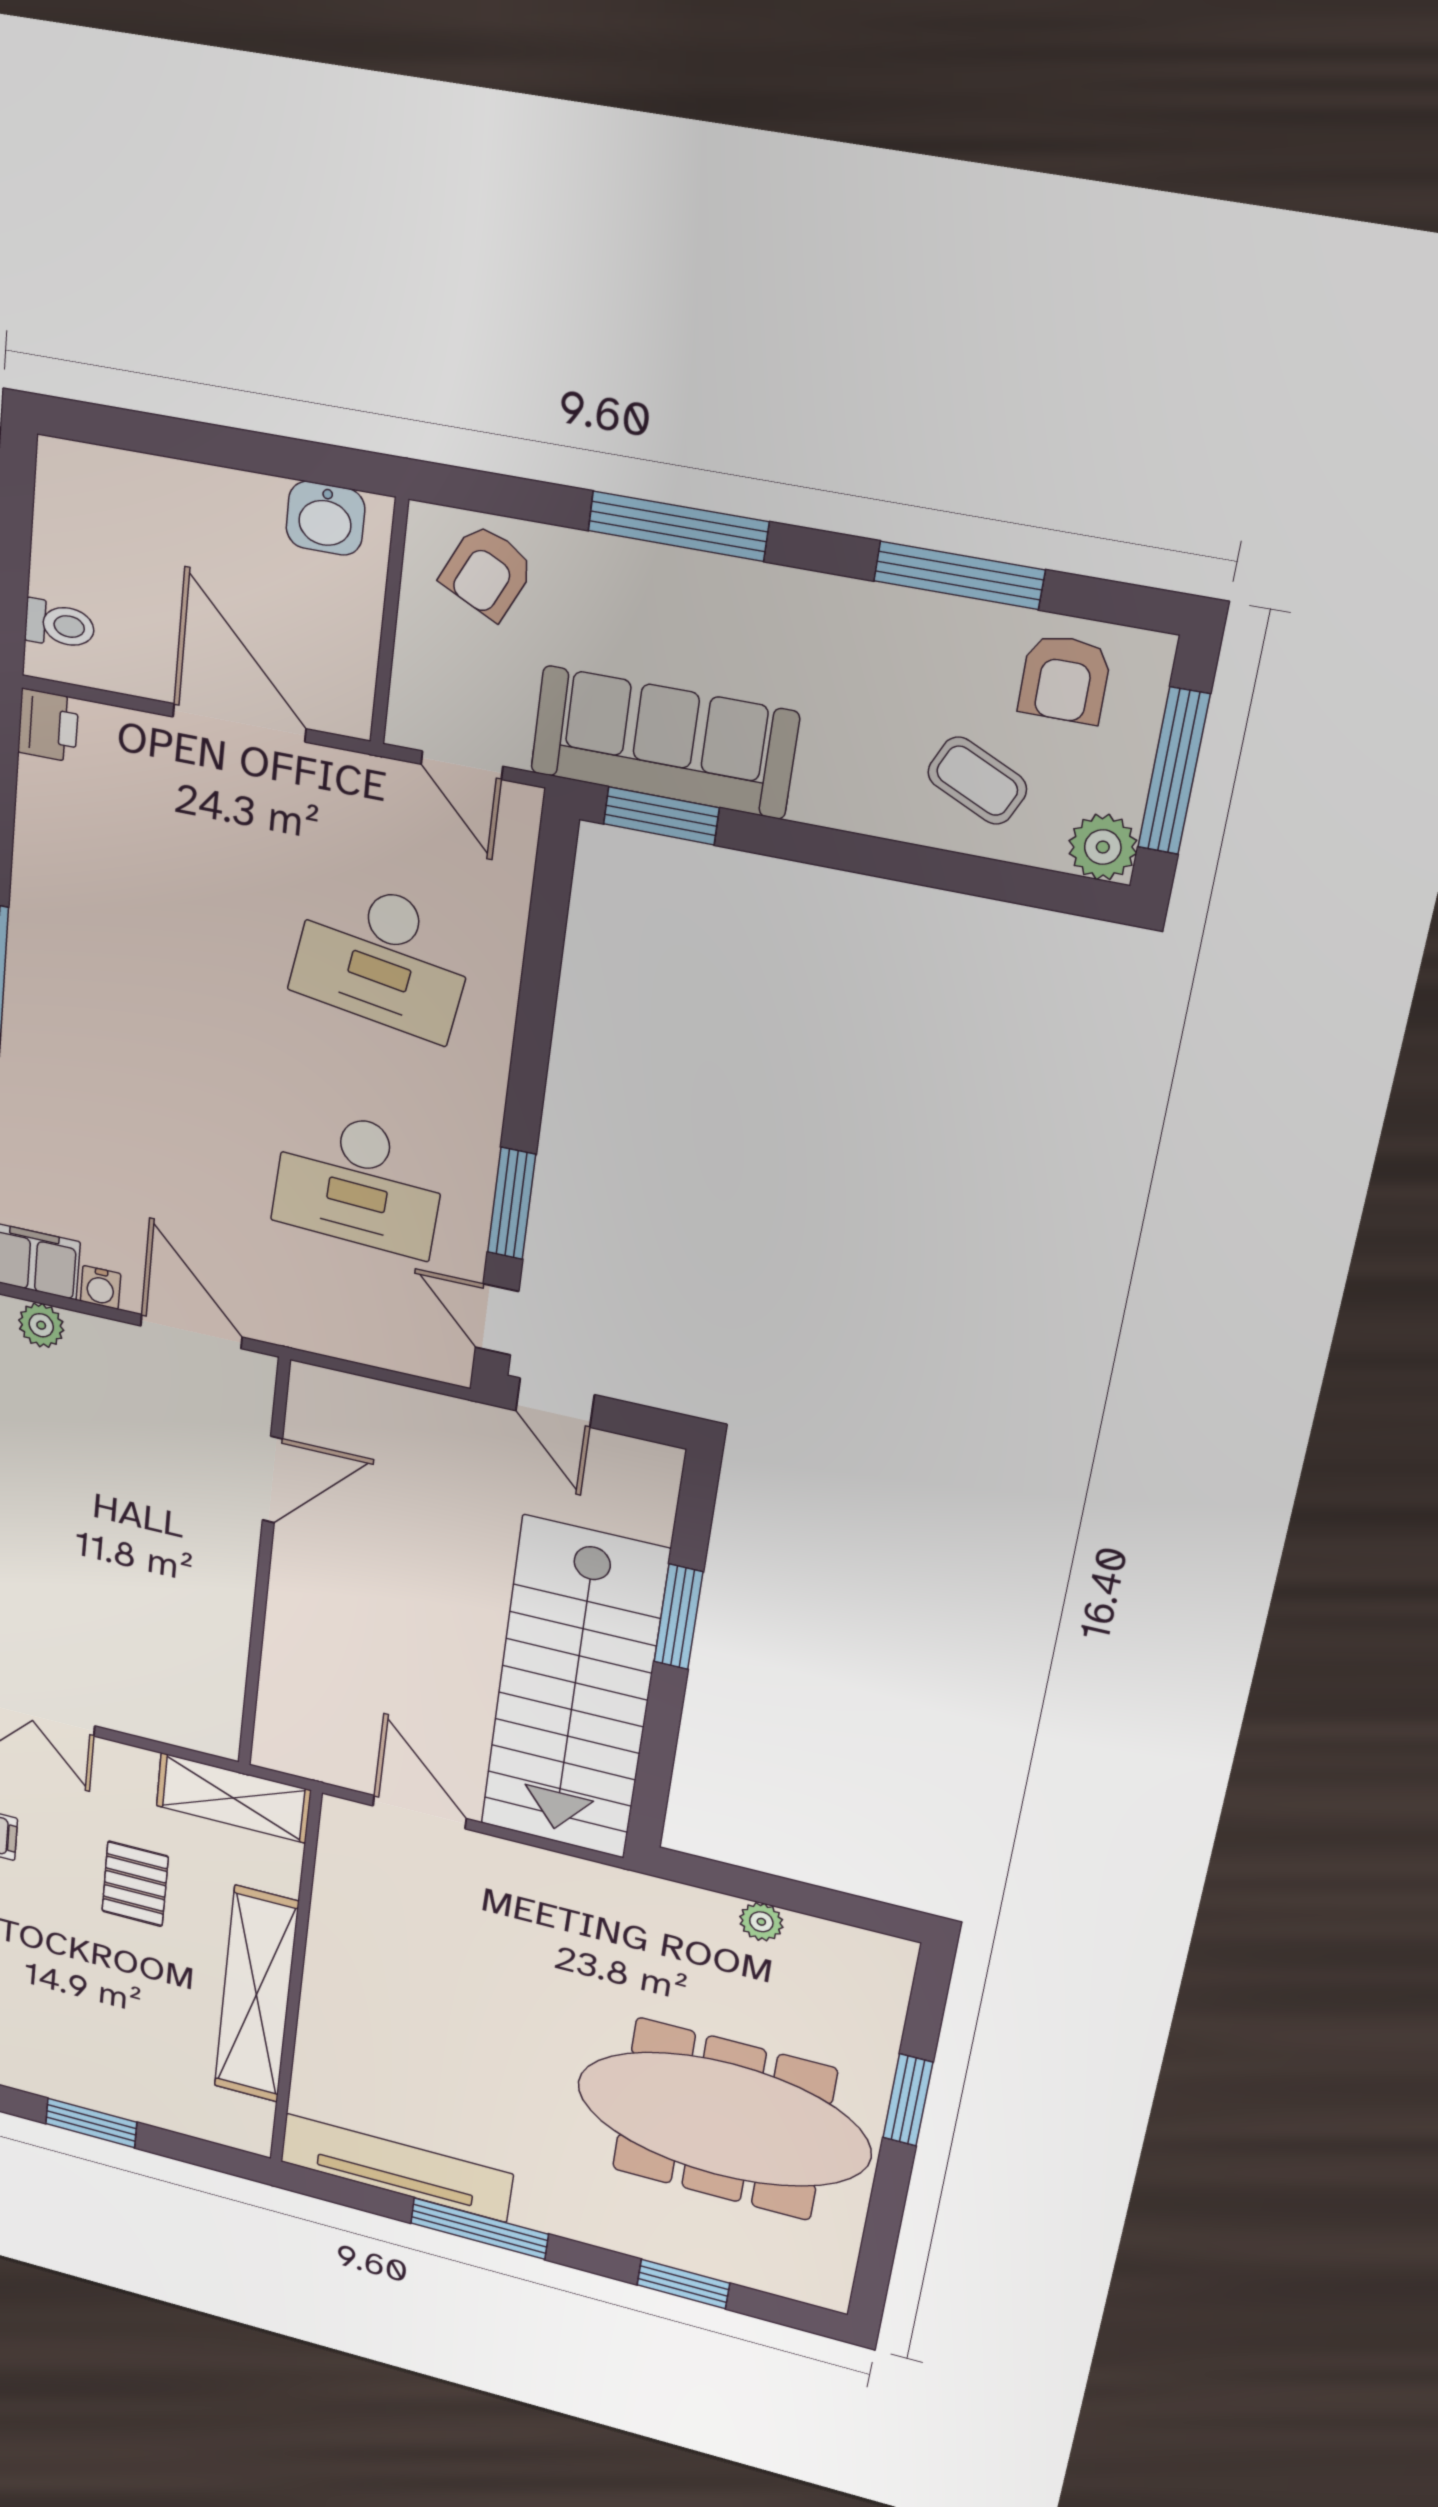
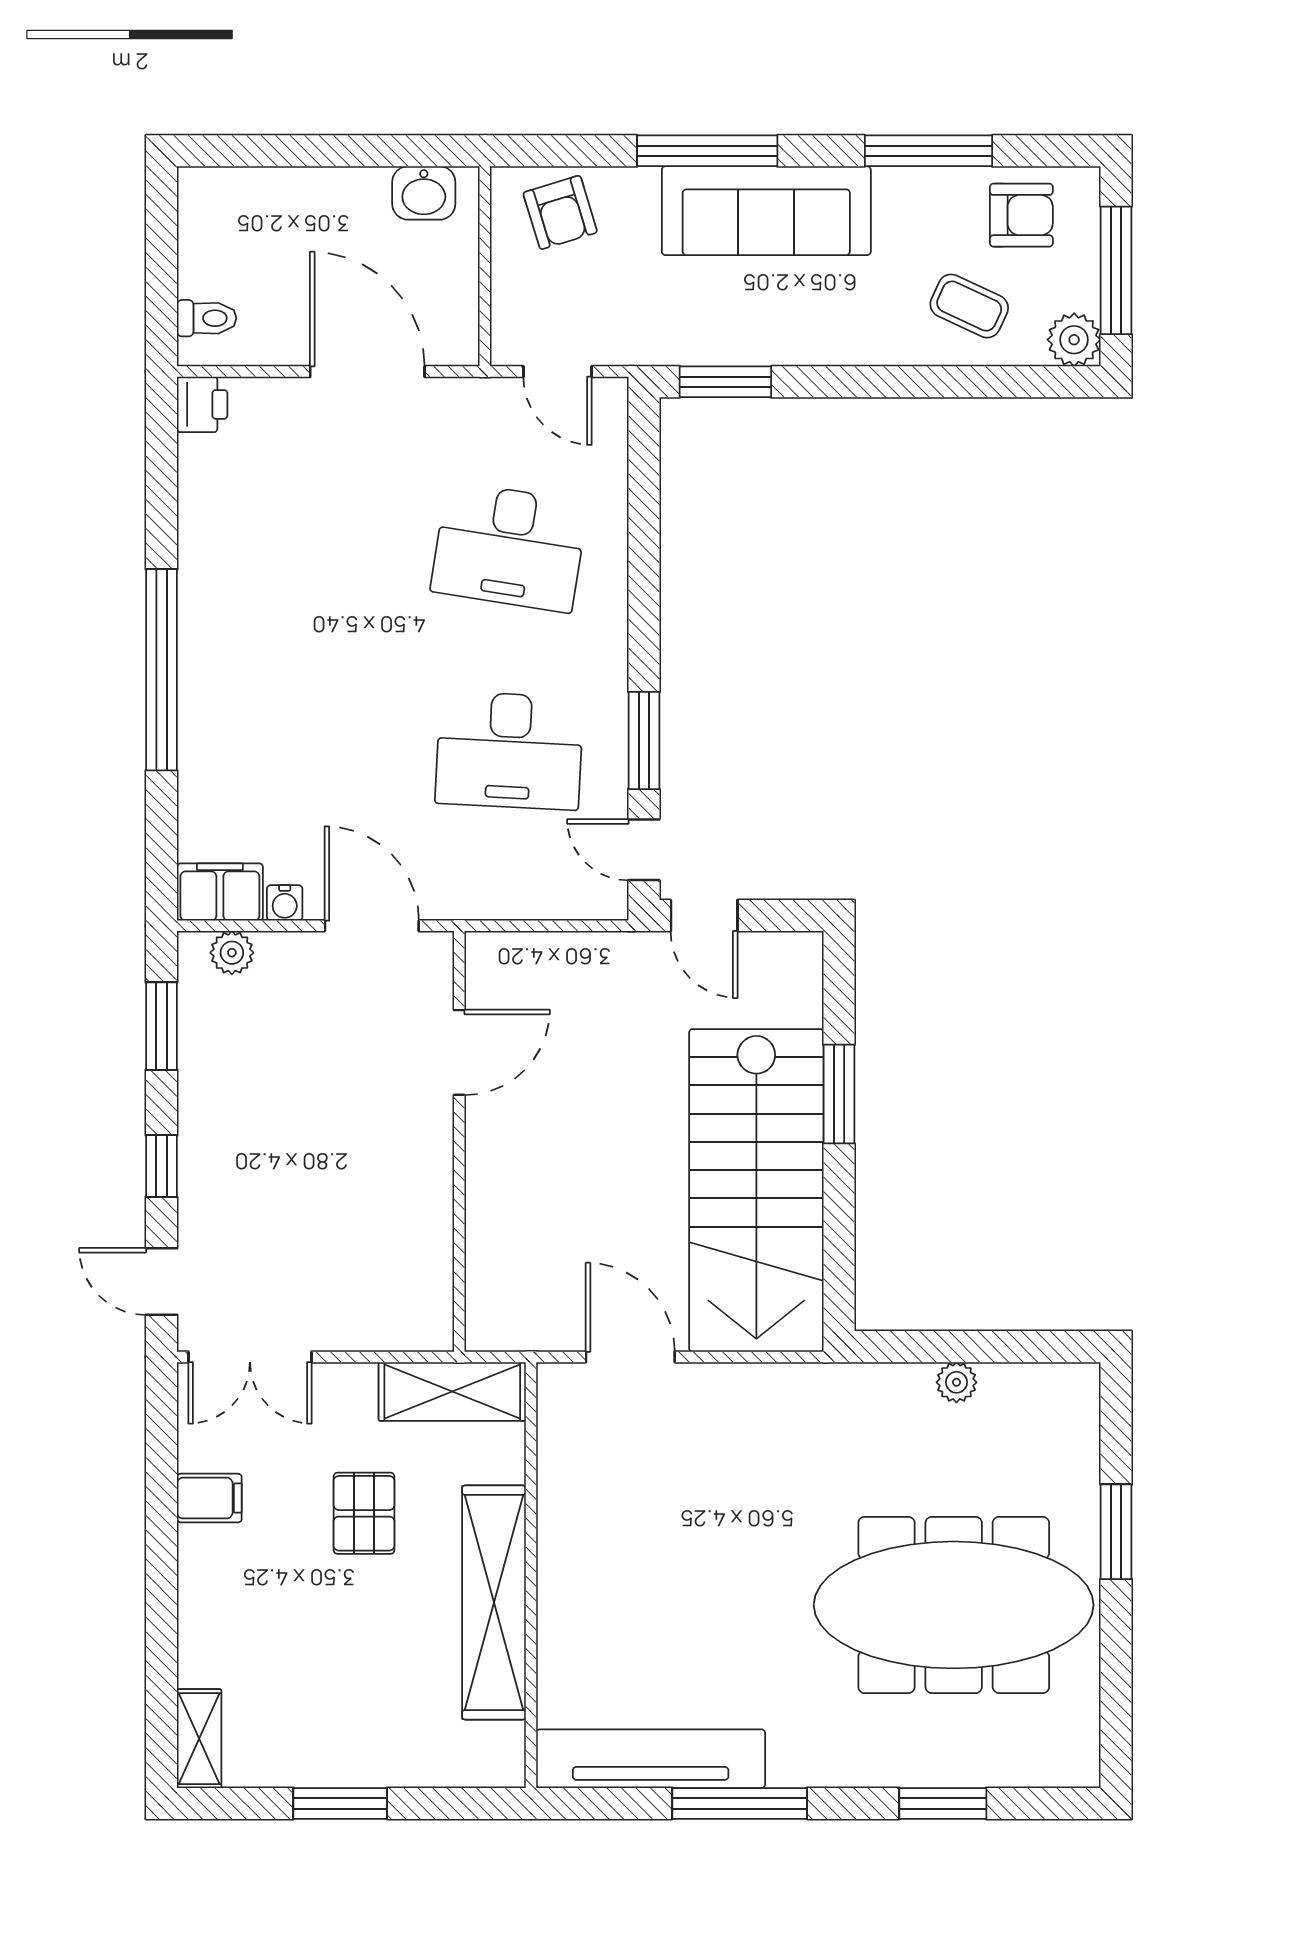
armchair: (487, 572) -> (560, 212), turned -43
armchair: (1065, 679) -> (1021, 215), turned -90
sofa: (664, 742) -> (766, 211), moved, turned 180

